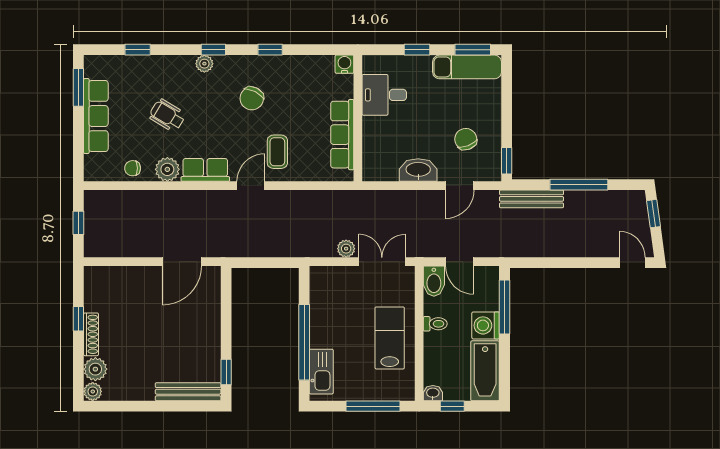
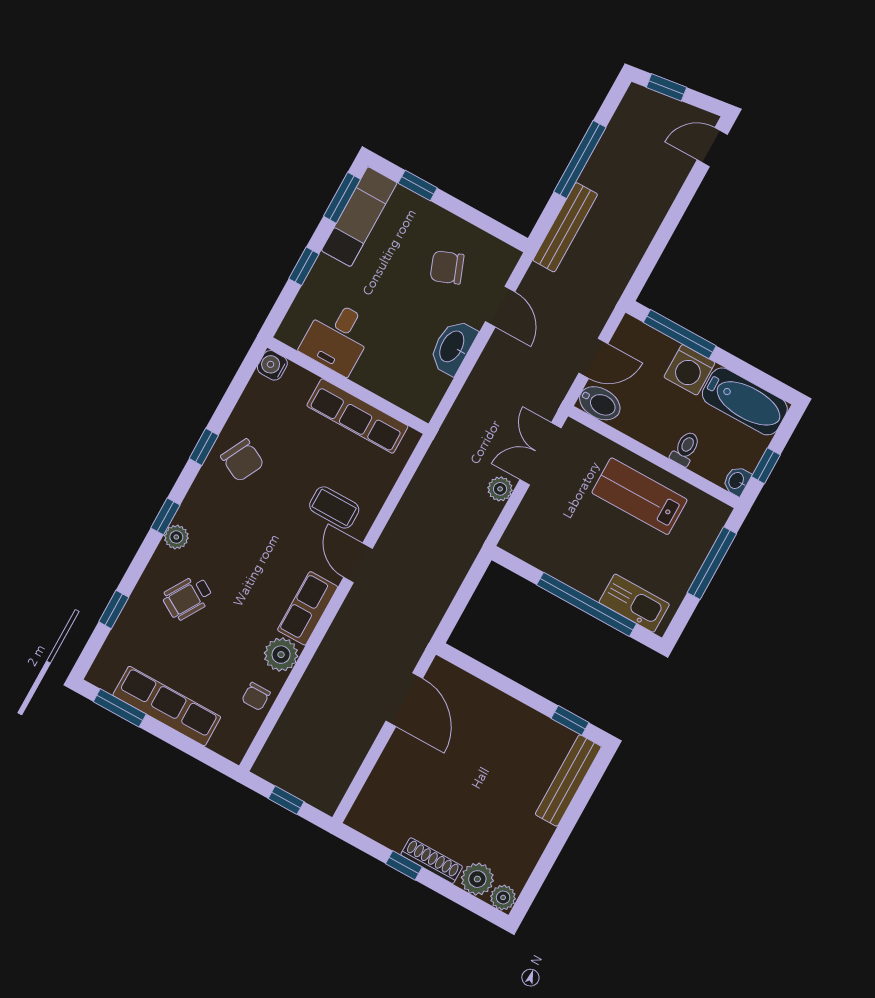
chair: (252, 98) -> (242, 460), moved
wheelchair: (167, 115) -> (188, 598), moved
window: (507, 161) -> (418, 185), moved
toilet: (435, 324) -> (685, 449), moved

